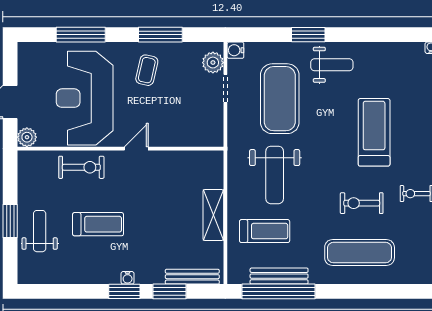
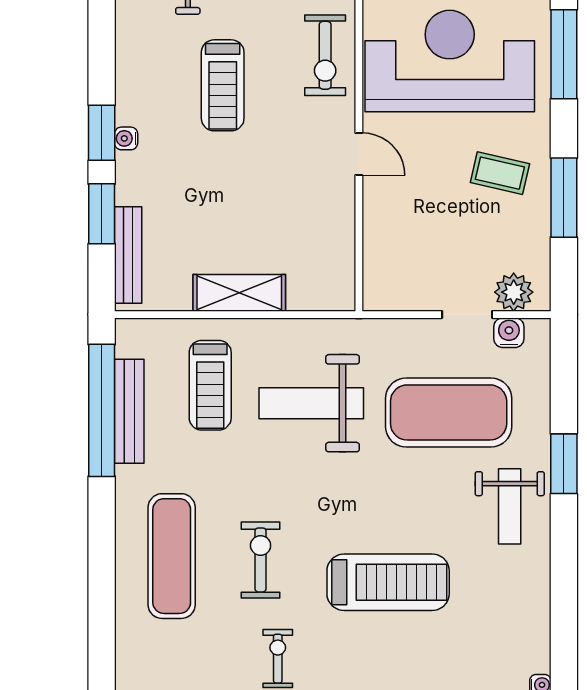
water cooler: (235, 50) -> (509, 333), moved

